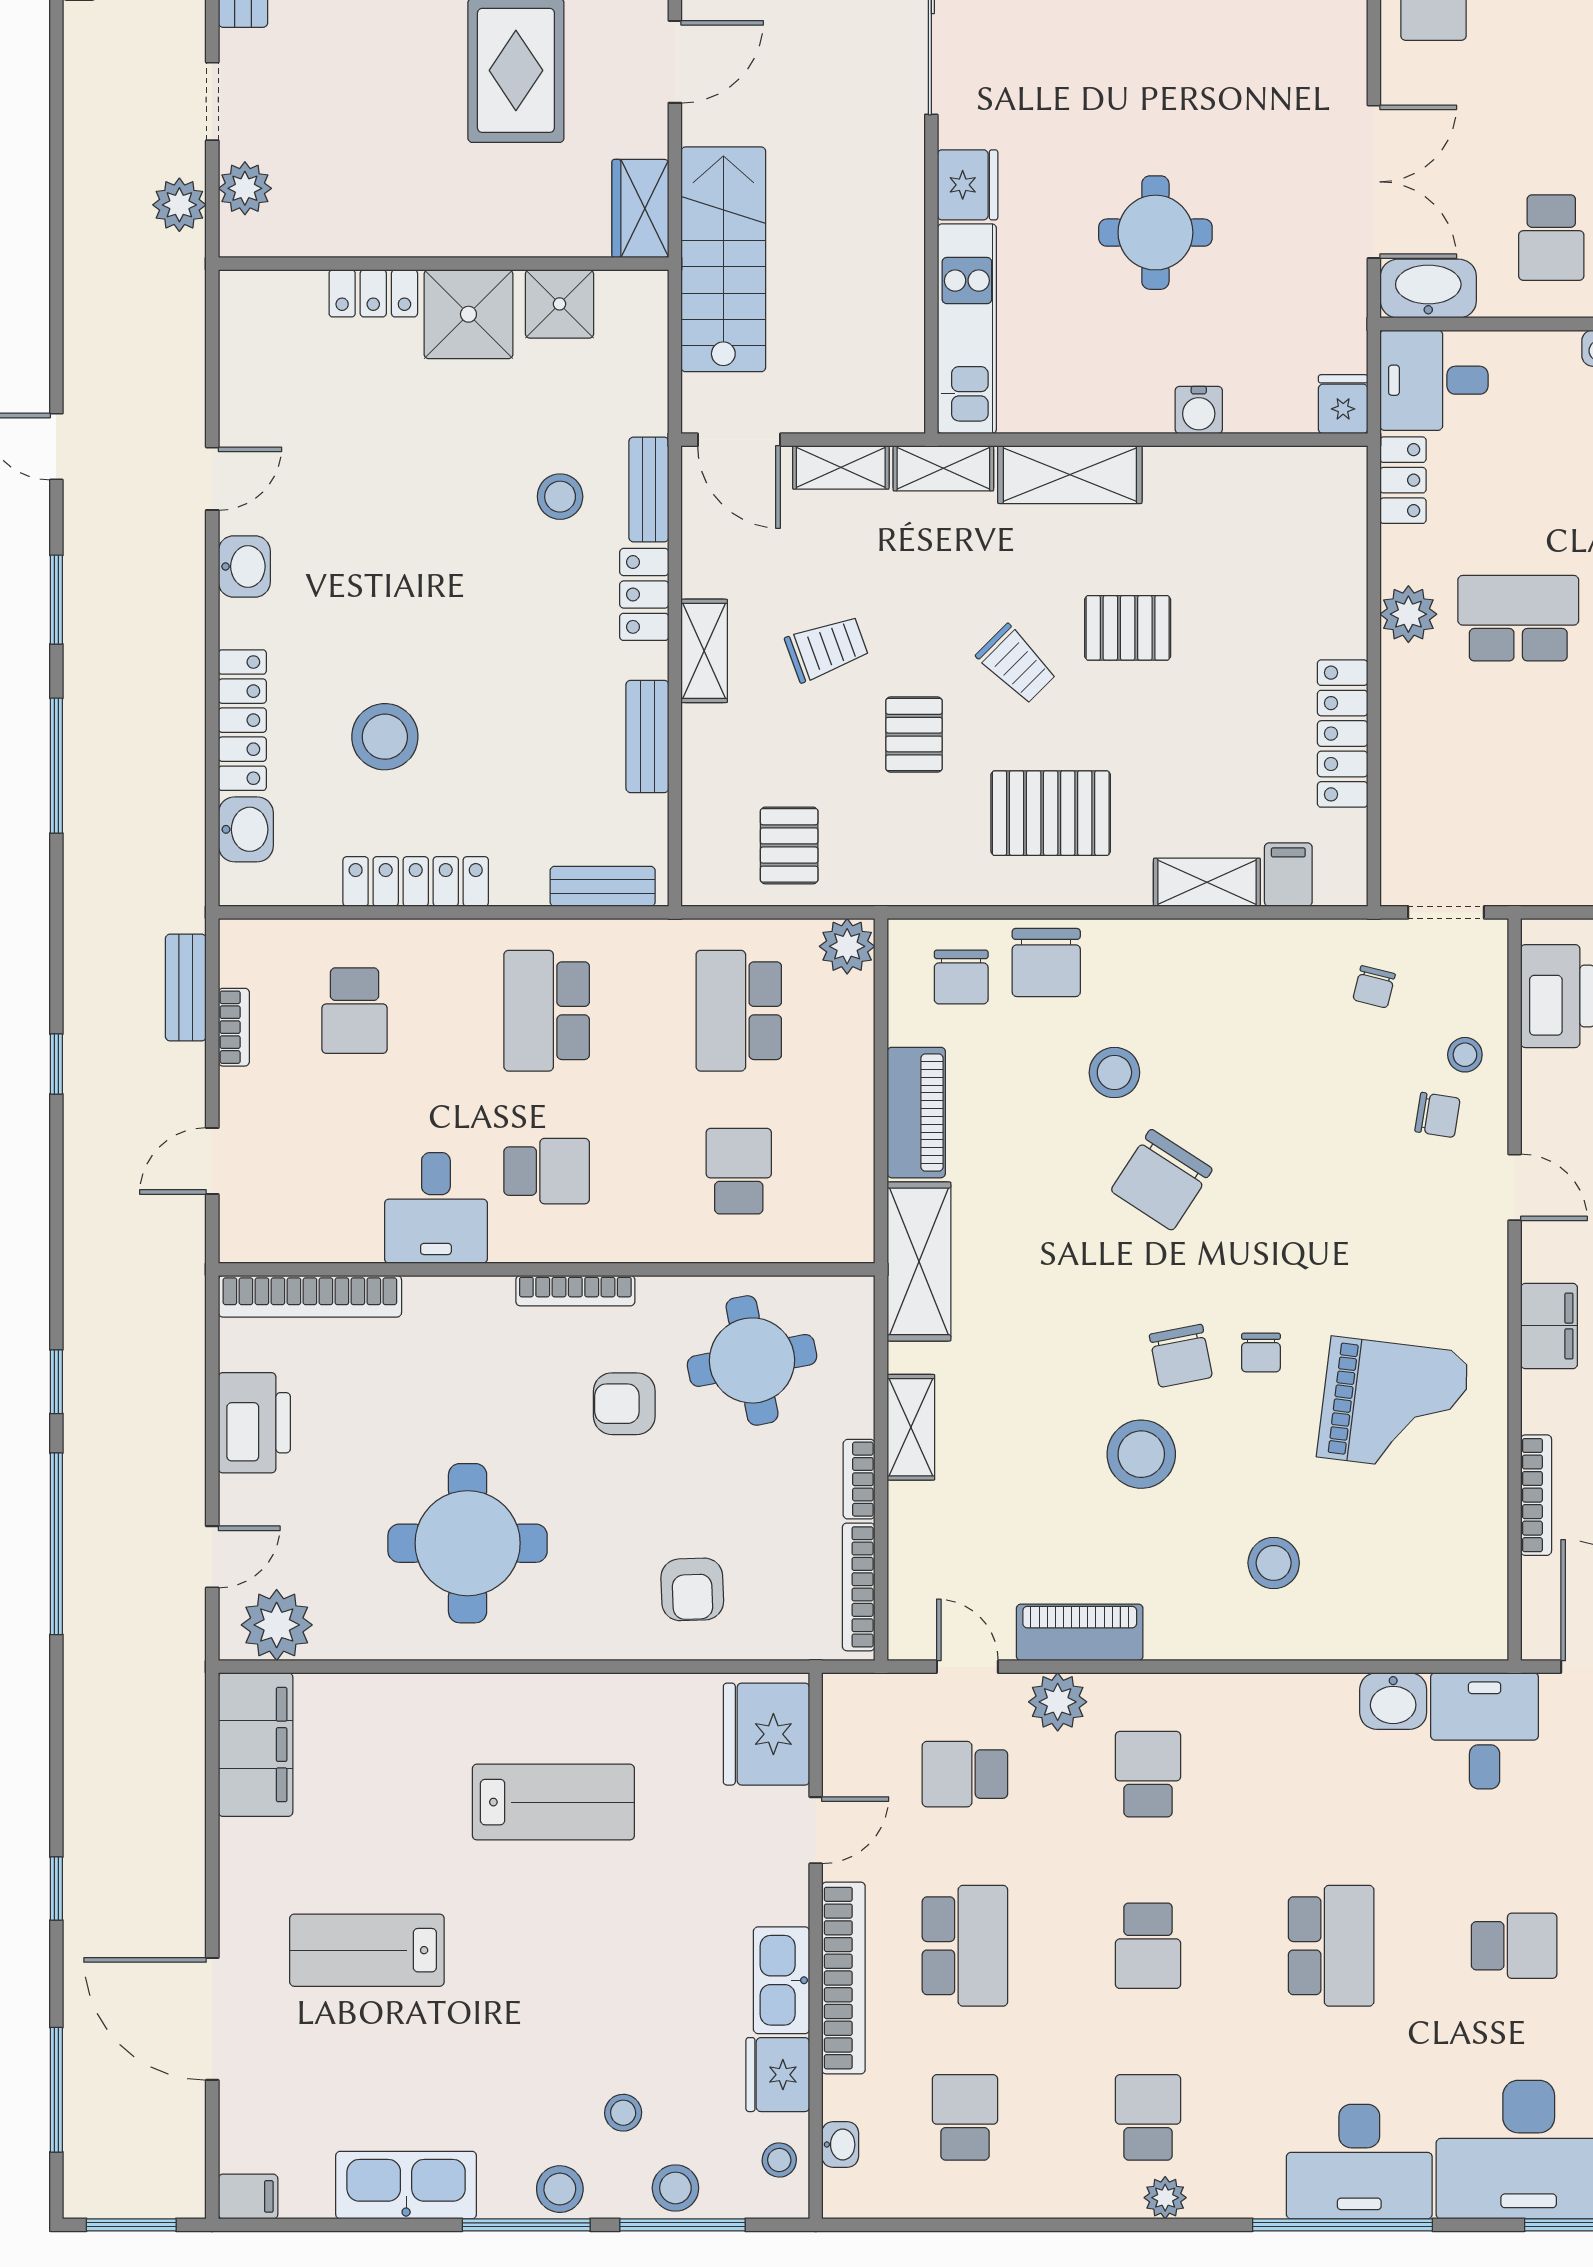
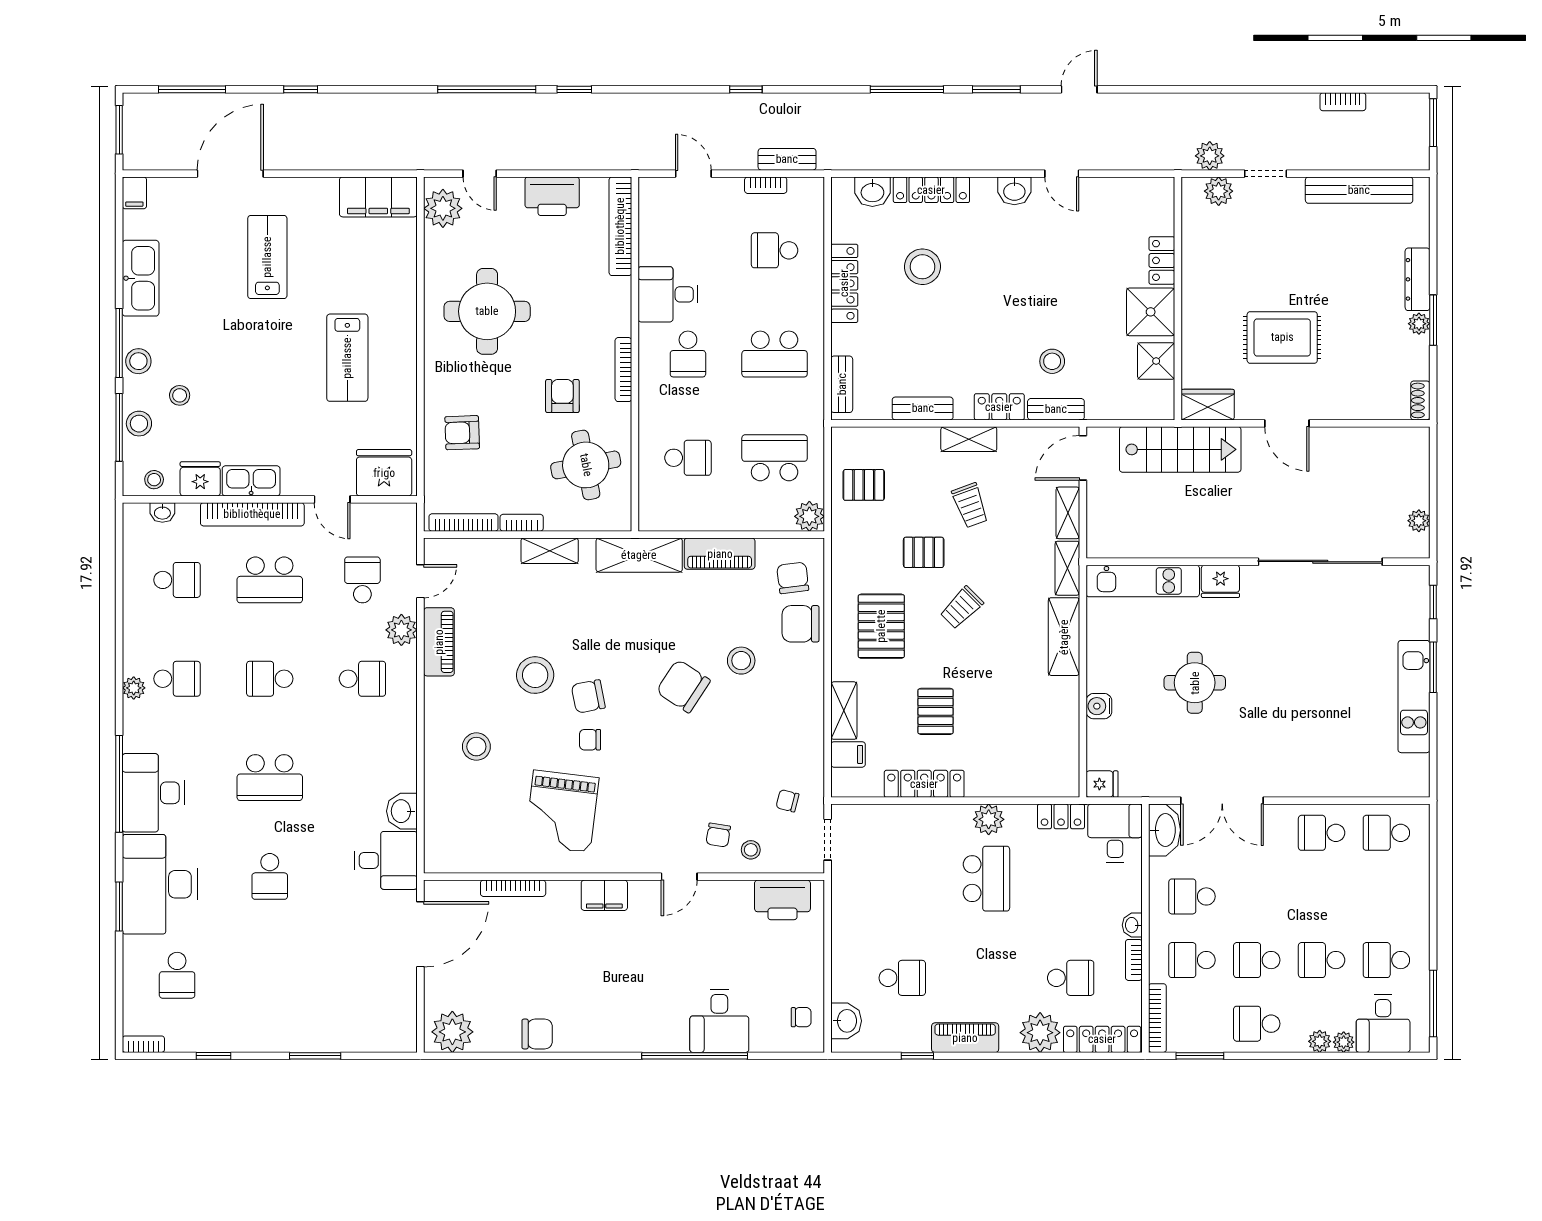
pallet: (1128, 628) -> (936, 711), moved
chair: (961, 977) -> (793, 578), turned 83
school desk: (547, 1011) -> (775, 354), turned 180

